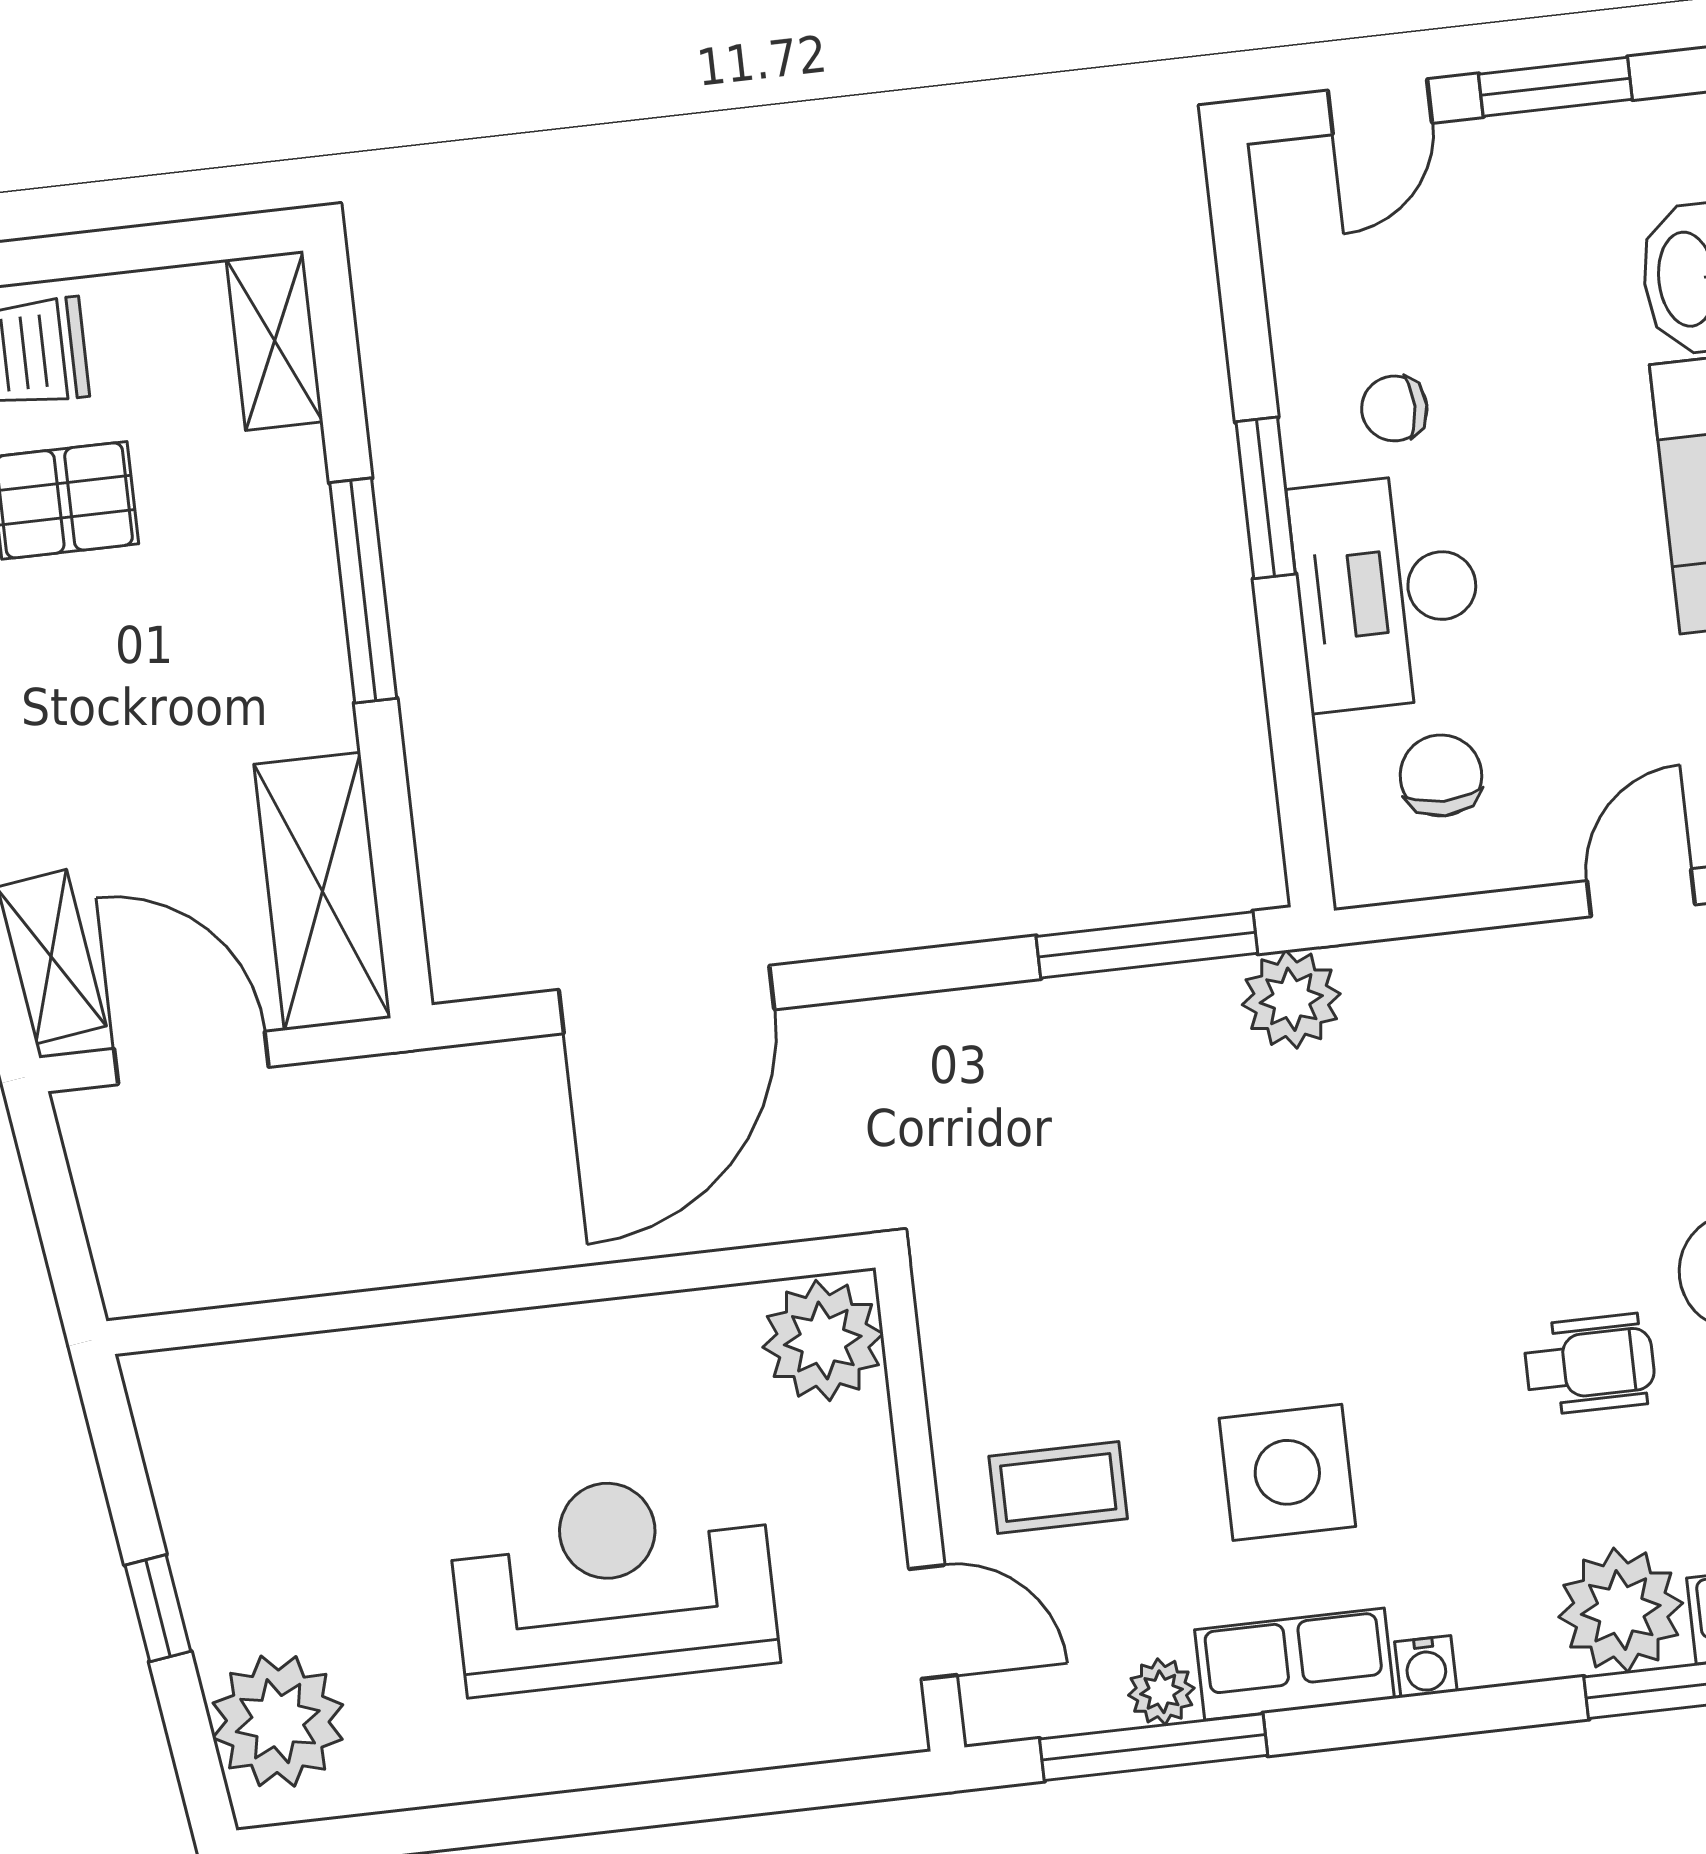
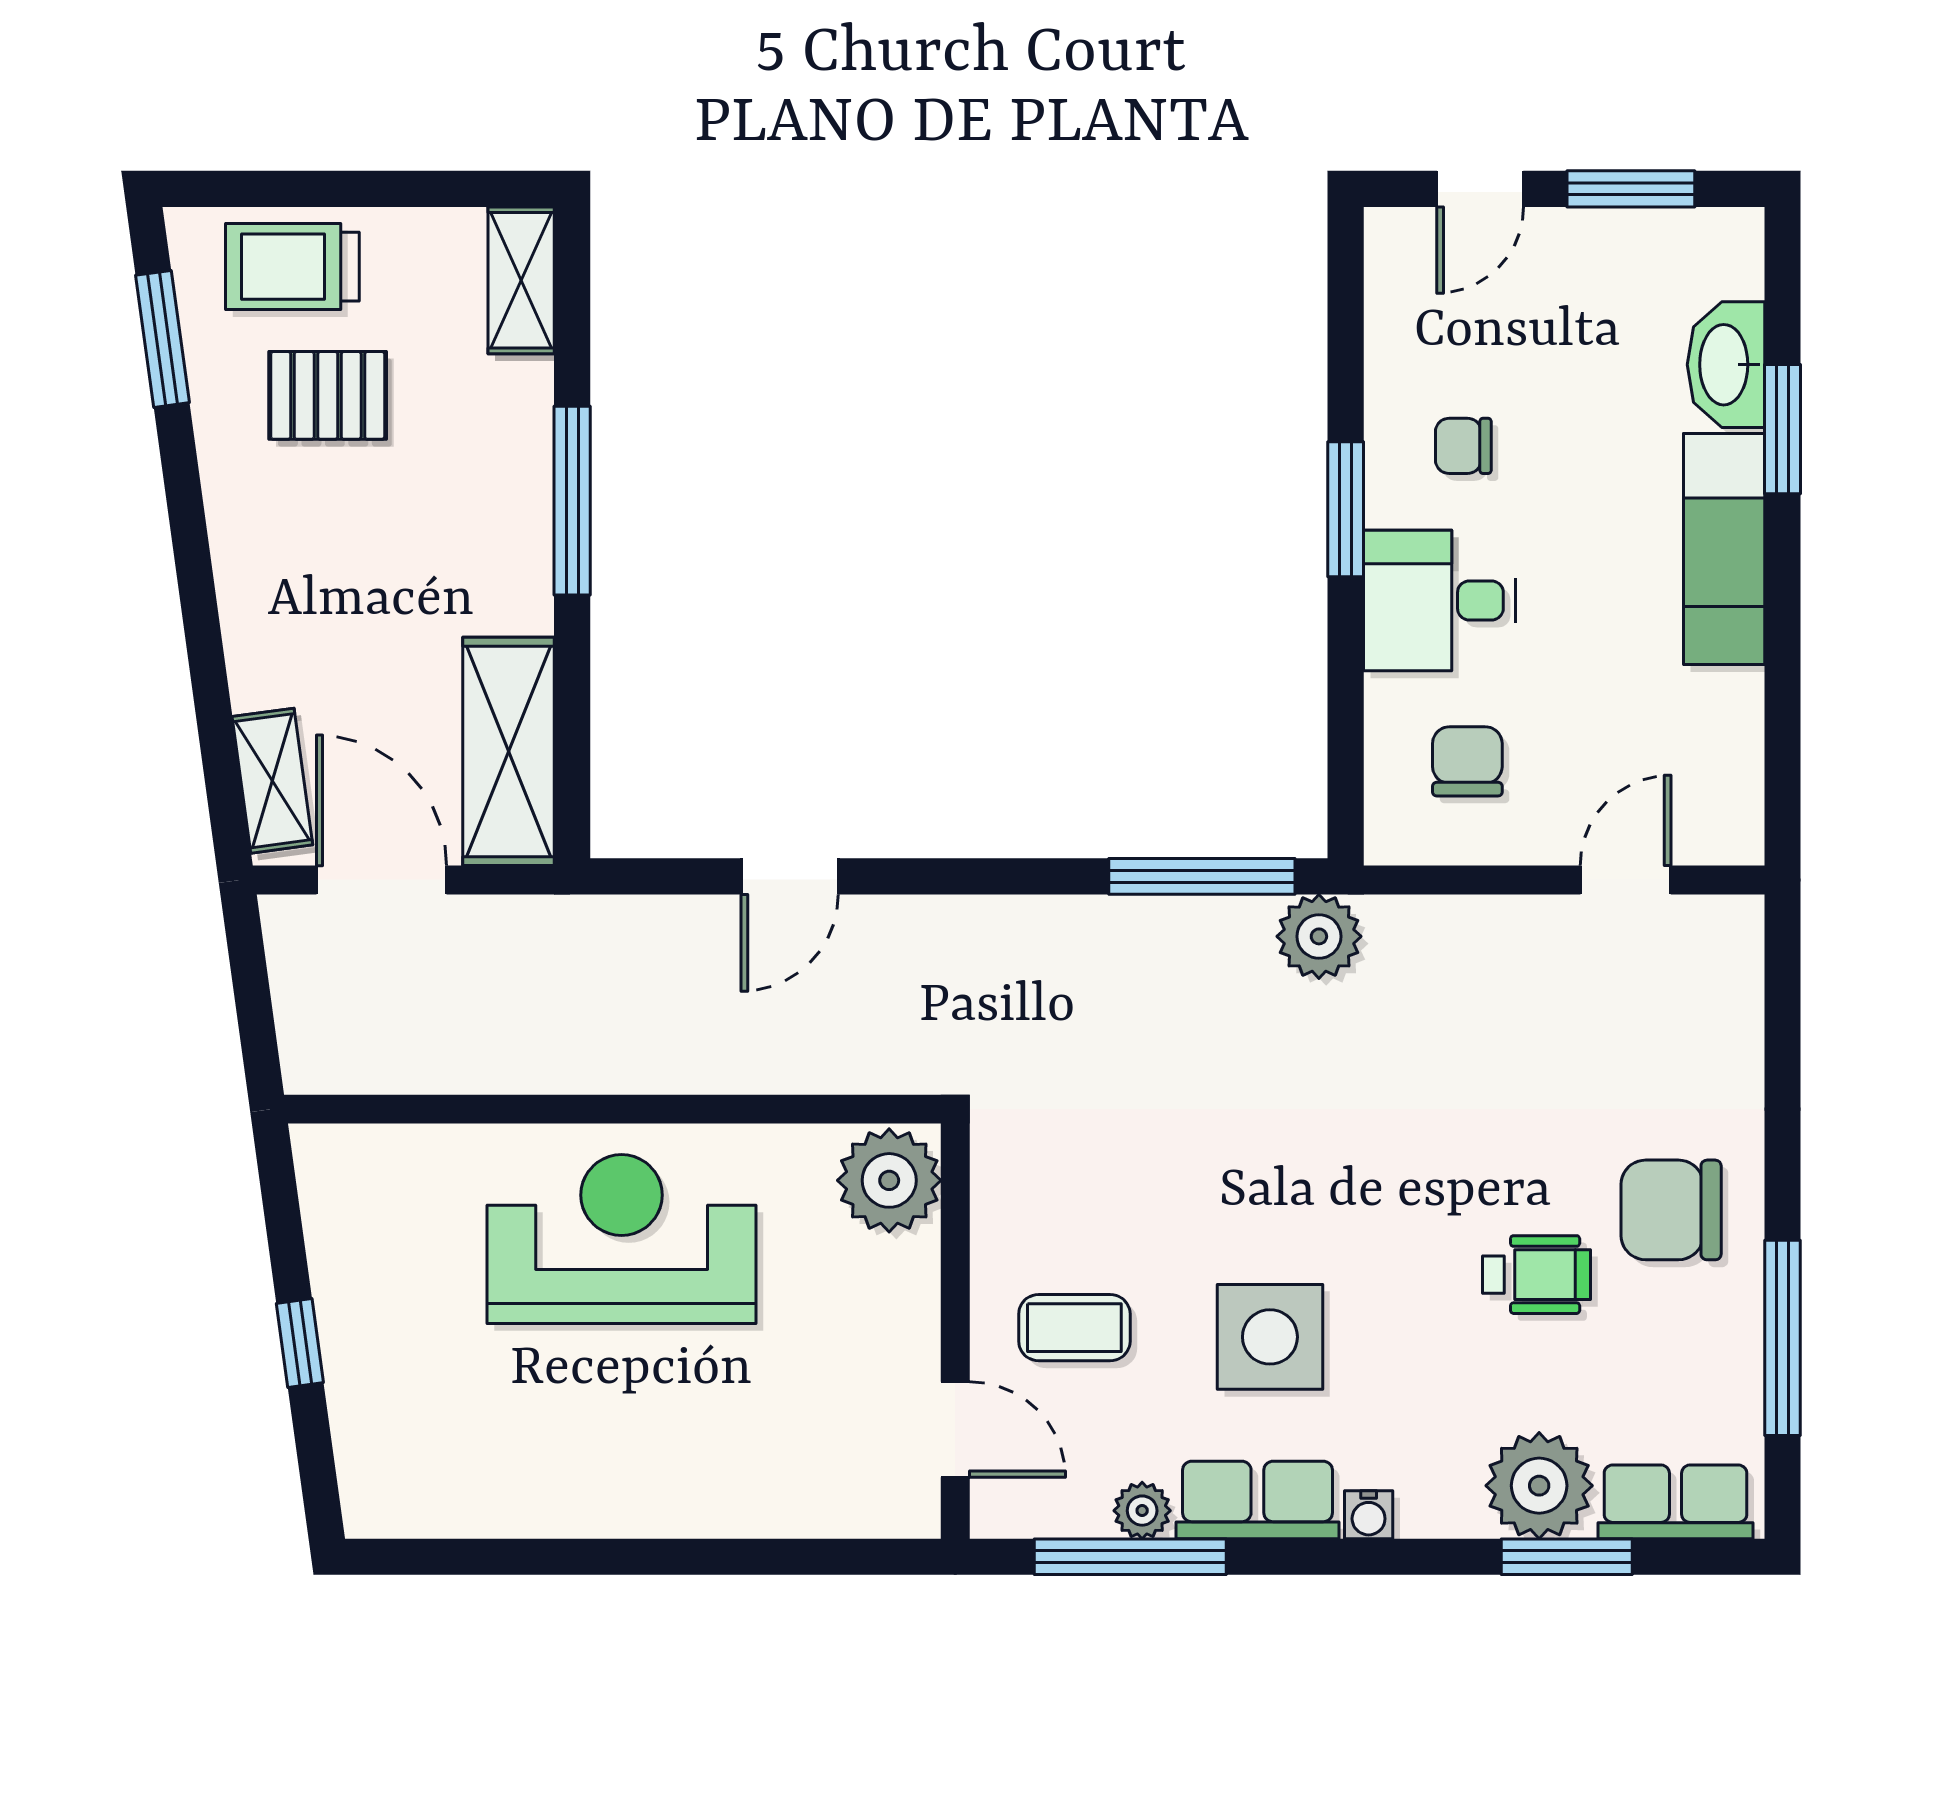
desk: (1387, 592) -> (1439, 600), width x0.73
door: (667, 1000) -> (790, 876), width x0.53
reception desk: (613, 1582) -> (622, 1239), moved
plant: (278, 1721) -> (391, 1450), removed

